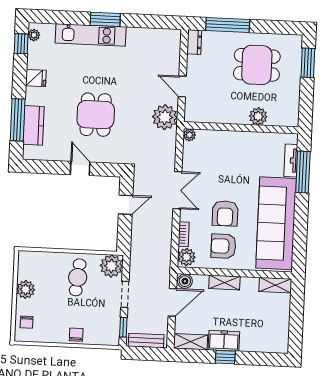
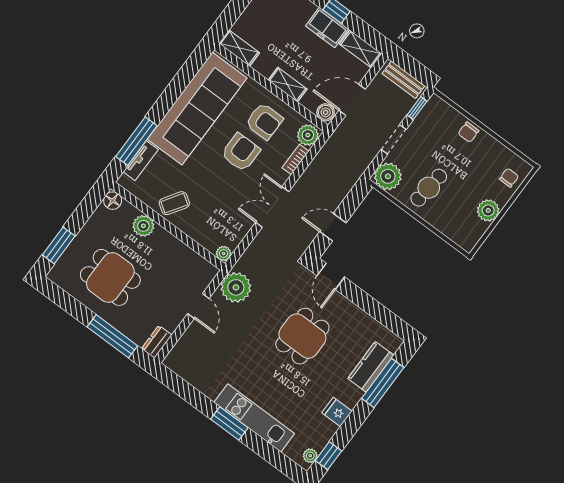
floor lamp: (291, 119) -> (113, 201), added
coffee table: (247, 147) -> (174, 203), added
door: (80, 168) -> (331, 276), moved

